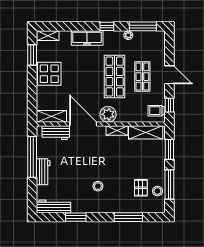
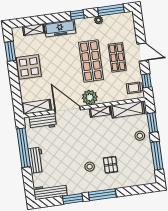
shelving: (48, 36) -> (34, 30), moved
pallet: (141, 188) -> (110, 165), moved
stool: (157, 191) -> (140, 136), moved
window: (128, 217) -> (102, 195), moved

